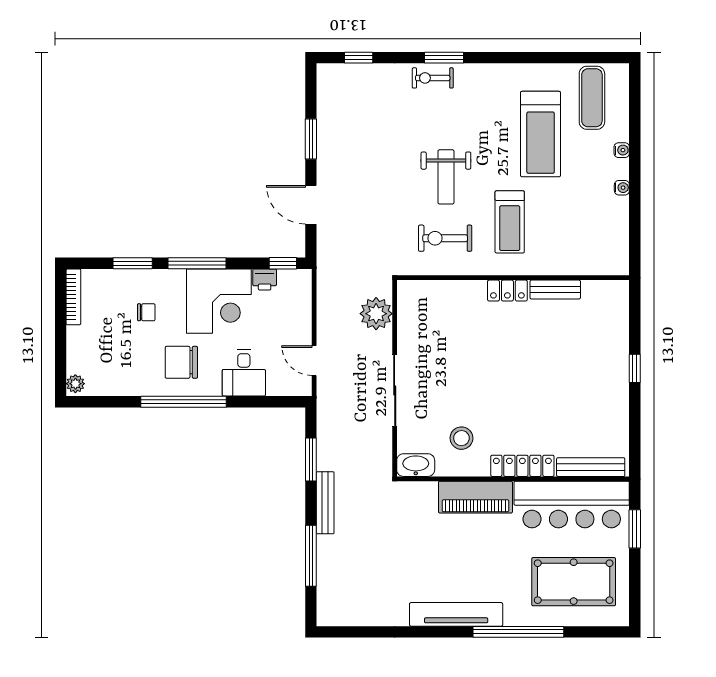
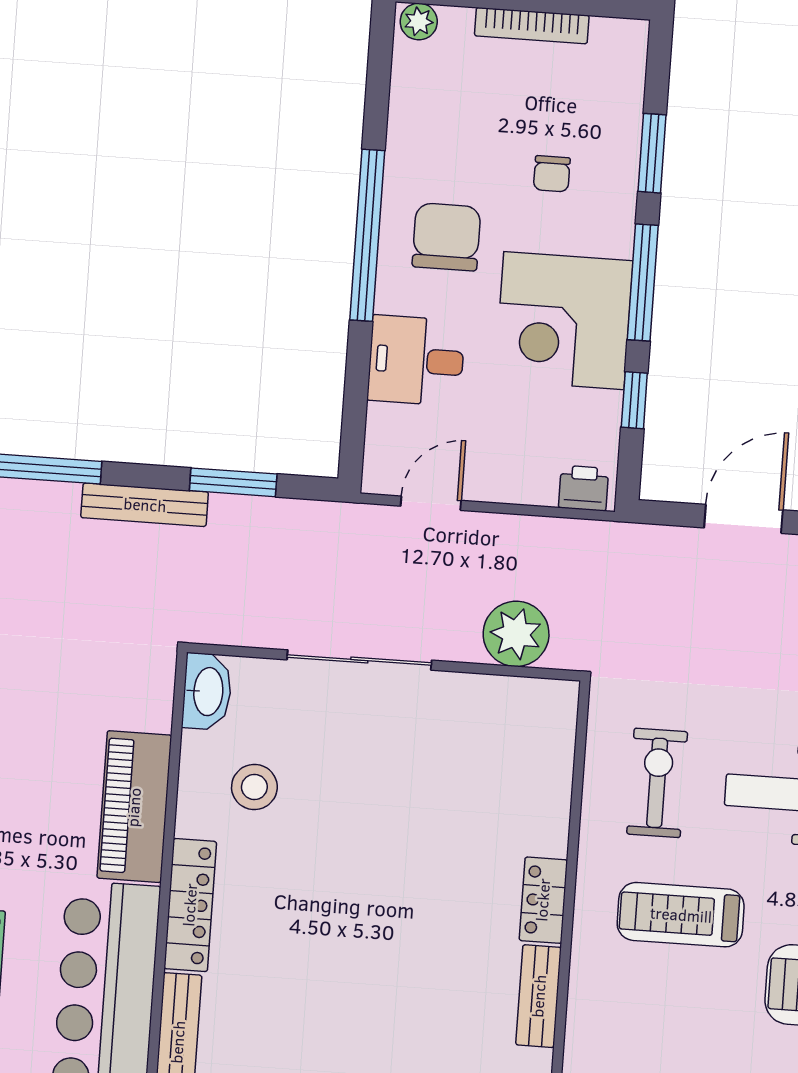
window: (283, 263) -> (634, 400), moved
printer: (265, 279) -> (584, 488), moved, turned 90
bookcase: (73, 297) -> (532, 26), moved

